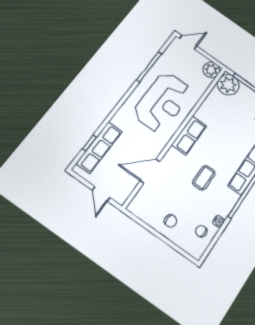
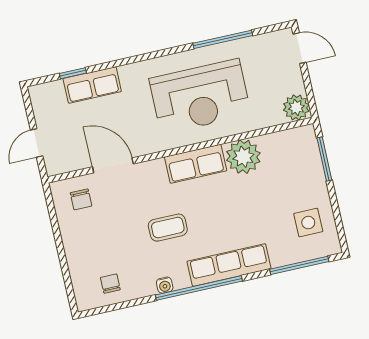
plant: (228, 85) -> (243, 157), moved
row of seats: (99, 147) -> (92, 85), width x0.68
chair: (171, 221) -> (81, 199), moved
water cooler: (219, 221) -> (165, 285), moved

